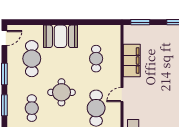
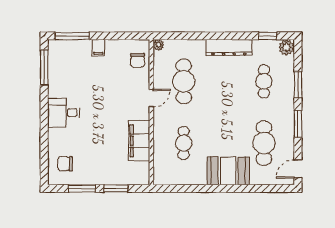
window: (140, 22) -> (116, 188), moved
round table: (61, 92) -> (227, 101), removed

